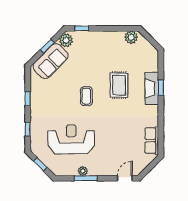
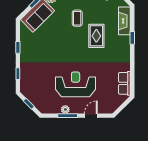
fireplace: (152, 88) -> (124, 21), moved
coffee table: (86, 96) -> (77, 18), moved
reception desk: (71, 139) -> (76, 84), moved
door: (125, 178) -> (91, 116), moved

